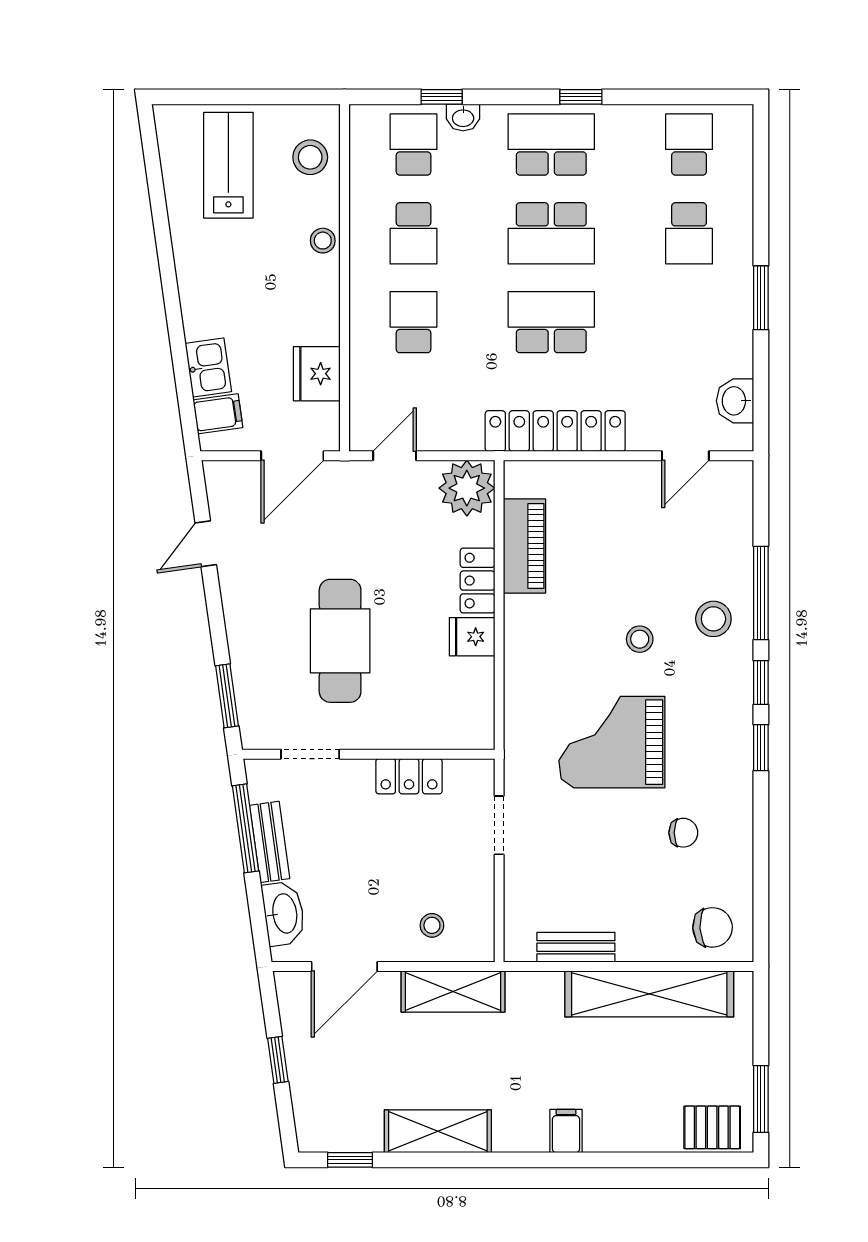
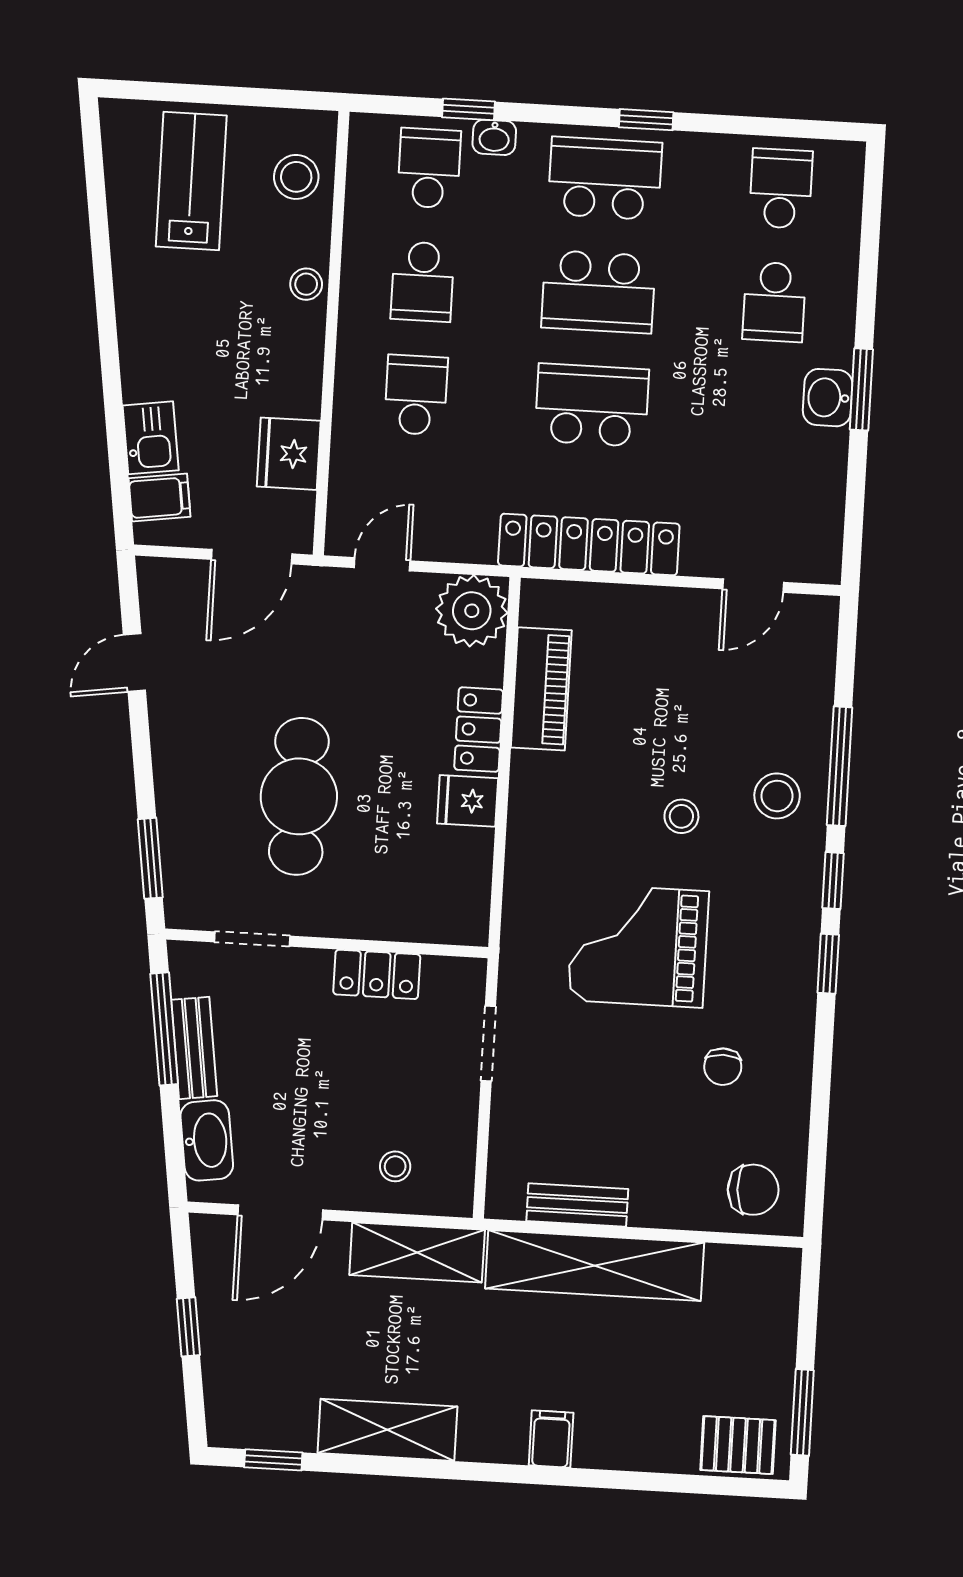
washbasin: (735, 401) -> (828, 398), moved
chair: (683, 833) -> (723, 1067), turned 90
shelving: (649, 994) -> (595, 1266), moved

